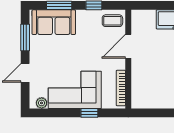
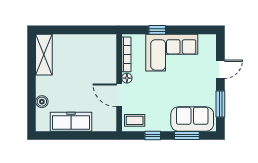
door: (128, 46) -> (119, 95), swing flipped
floor lamp: (120, 64) -> (127, 78), added
plant: (42, 103) -> (204, 40), removed

